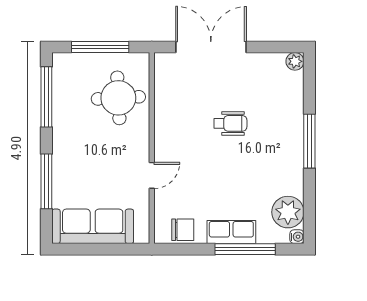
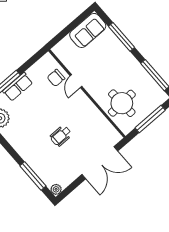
window: (309, 141) -> (33, 176), moved
sofa: (93, 226) -> (88, 30), width x0.73
chair: (183, 230) -> (56, 78), moved

